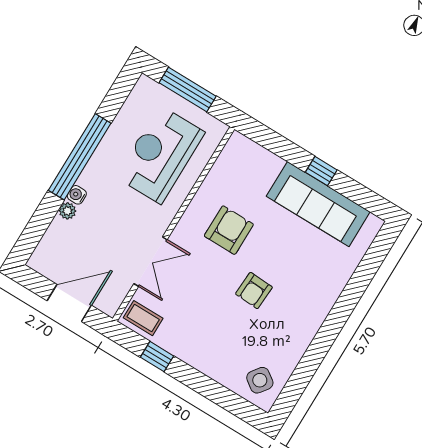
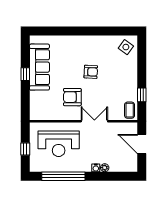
window: (188, 89) -> (25, 149), width x0.46
window: (80, 157) -> (63, 176), moved
double door: (150, 262) -> (94, 121), moved

